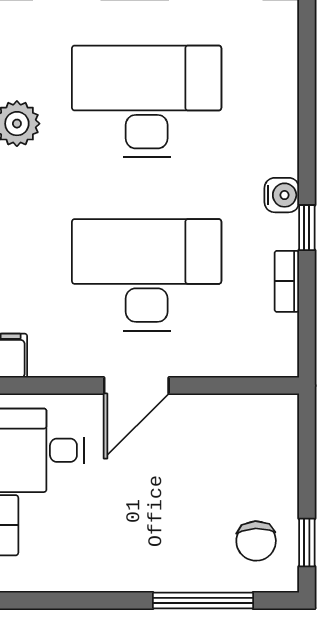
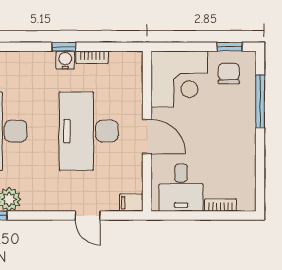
water cooler: (282, 195) -> (65, 60), moved
corner desk: (246, 447) -> (179, 79), added
chair: (256, 541) -> (229, 73), turned -88

